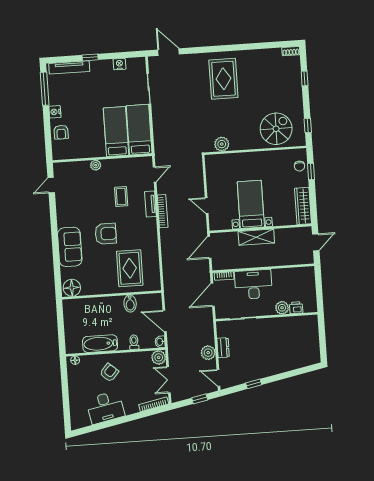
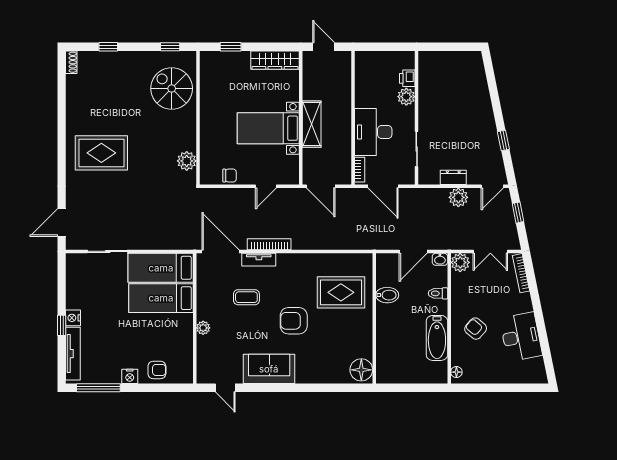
nightstand: (119, 64) -> (73, 318), moved
chair: (299, 166) -> (230, 176), moved
door: (155, 174) -> (220, 251), width x1.88
armchair: (106, 234) -> (294, 321), turned -90
sofa: (70, 247) -> (269, 369), moved

